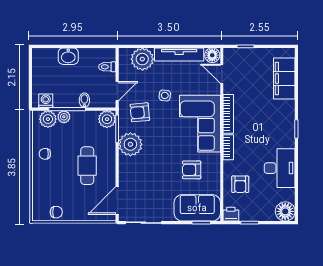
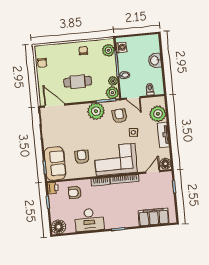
tv unit: (179, 54) -> (163, 135), width x0.71
plant: (64, 117) -> (113, 81), moved

